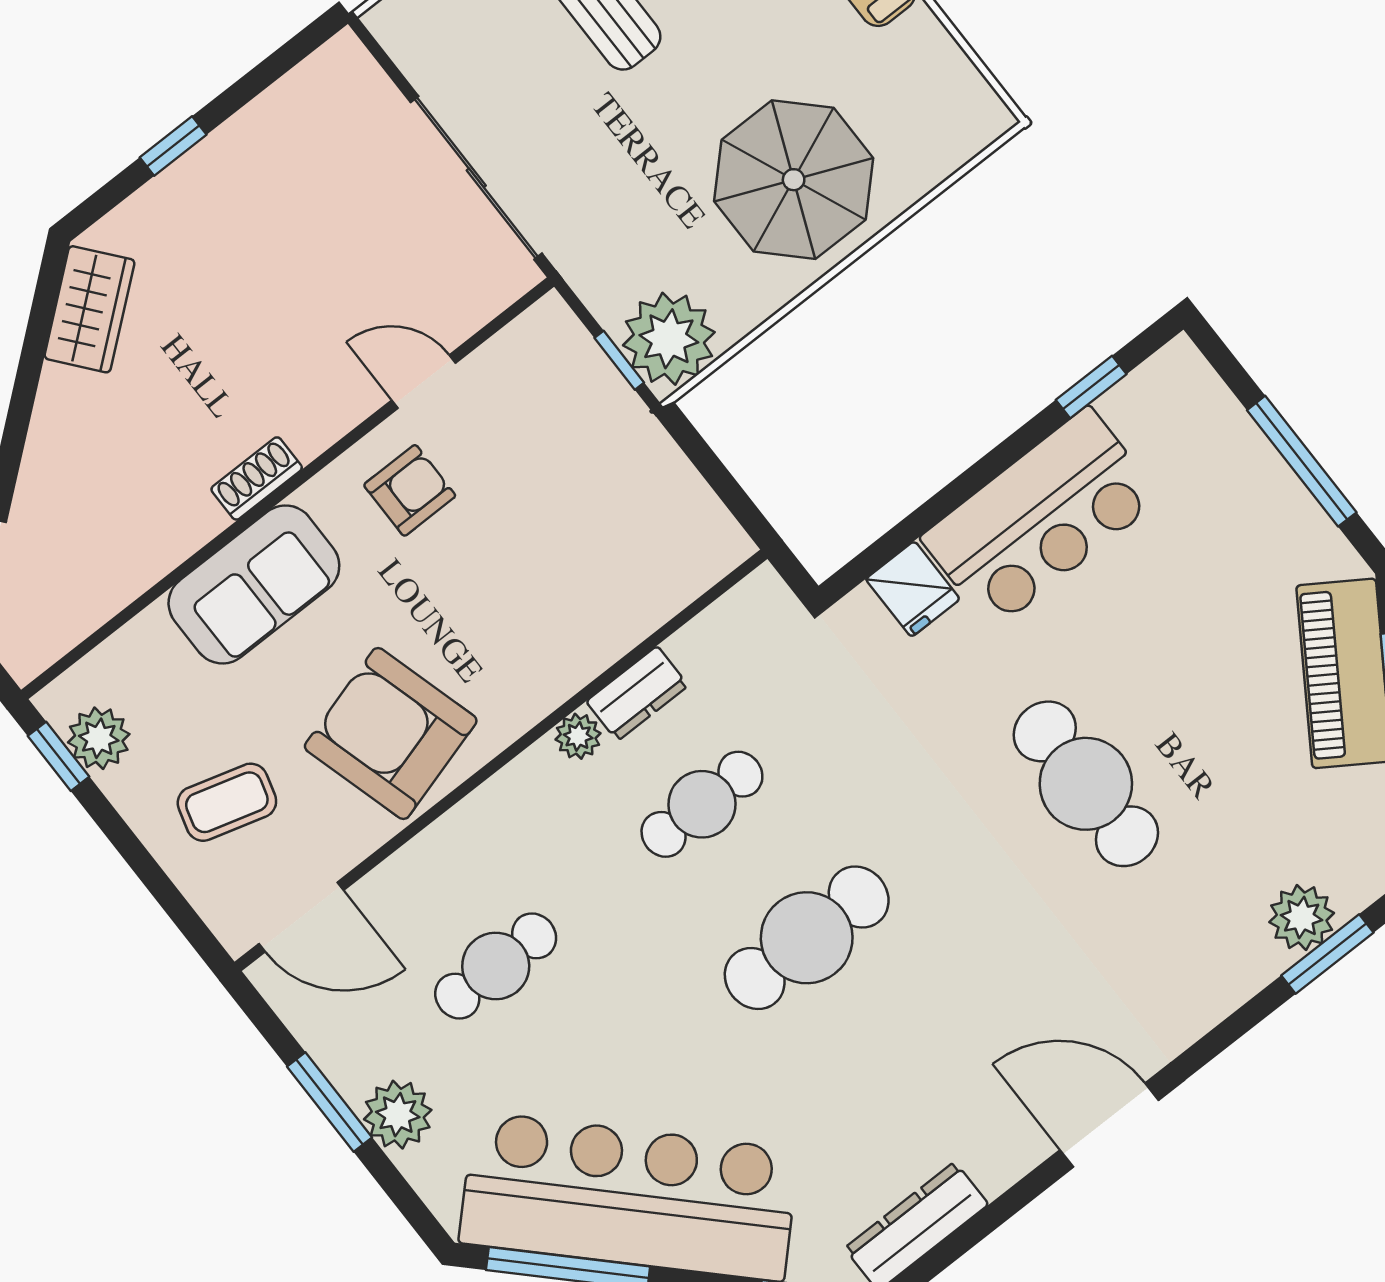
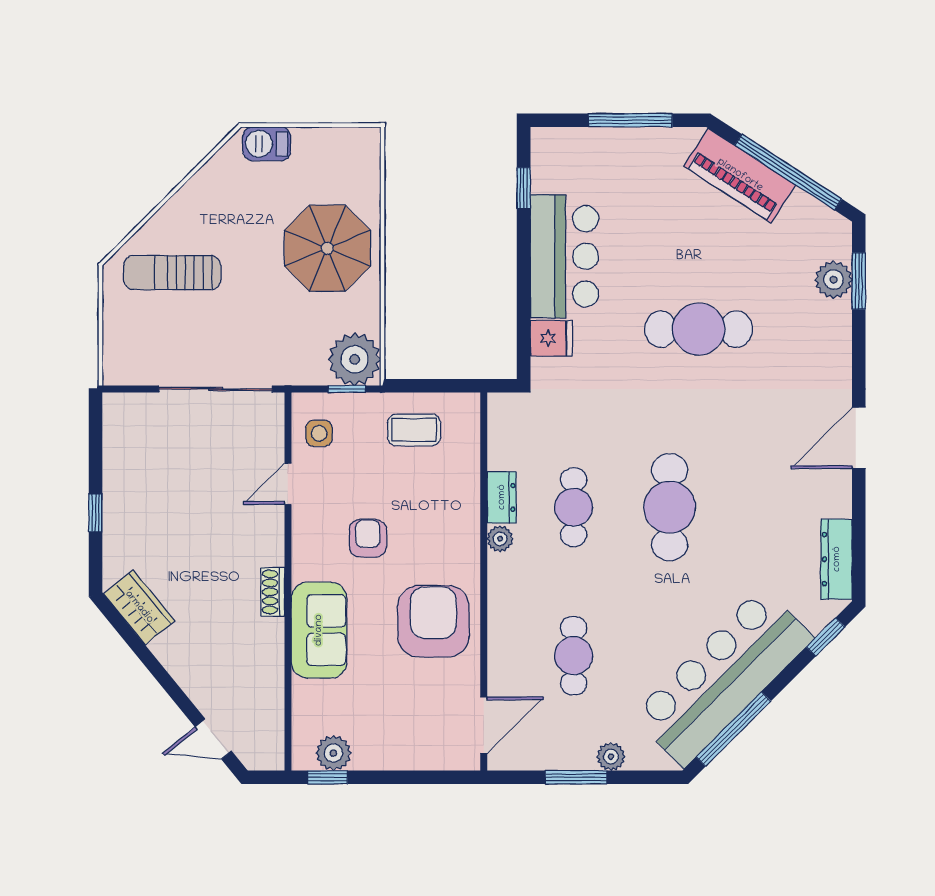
side table: (527, 370) -> (319, 433), added
armchair: (410, 490) -> (368, 538), moved
armchair: (391, 734) -> (433, 621), turned 106
coffee table: (227, 802) -> (414, 430), moved, turned 74
plant: (398, 1115) -> (611, 757), width x0.73, depth x0.73

